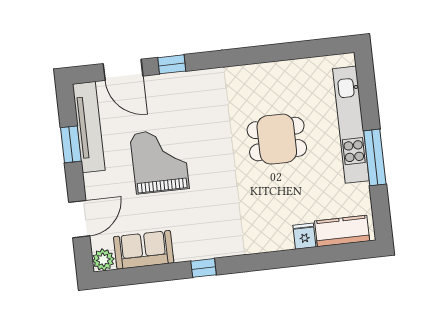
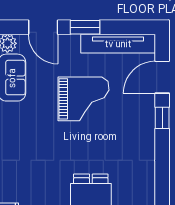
window: (71, 144) -> (85, 27), moved

